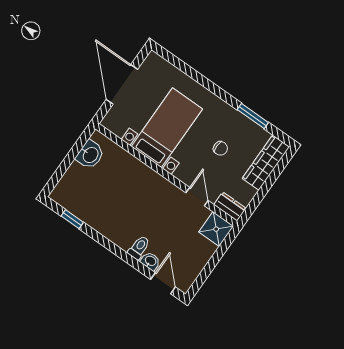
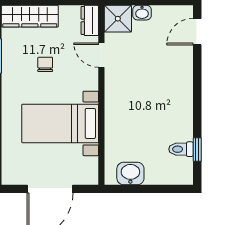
door: (197, 197) -> (101, 55), hinge flipped
toilet: (139, 247) -> (181, 149), moved
washbasin: (150, 261) -> (142, 13), moved, turned -90

